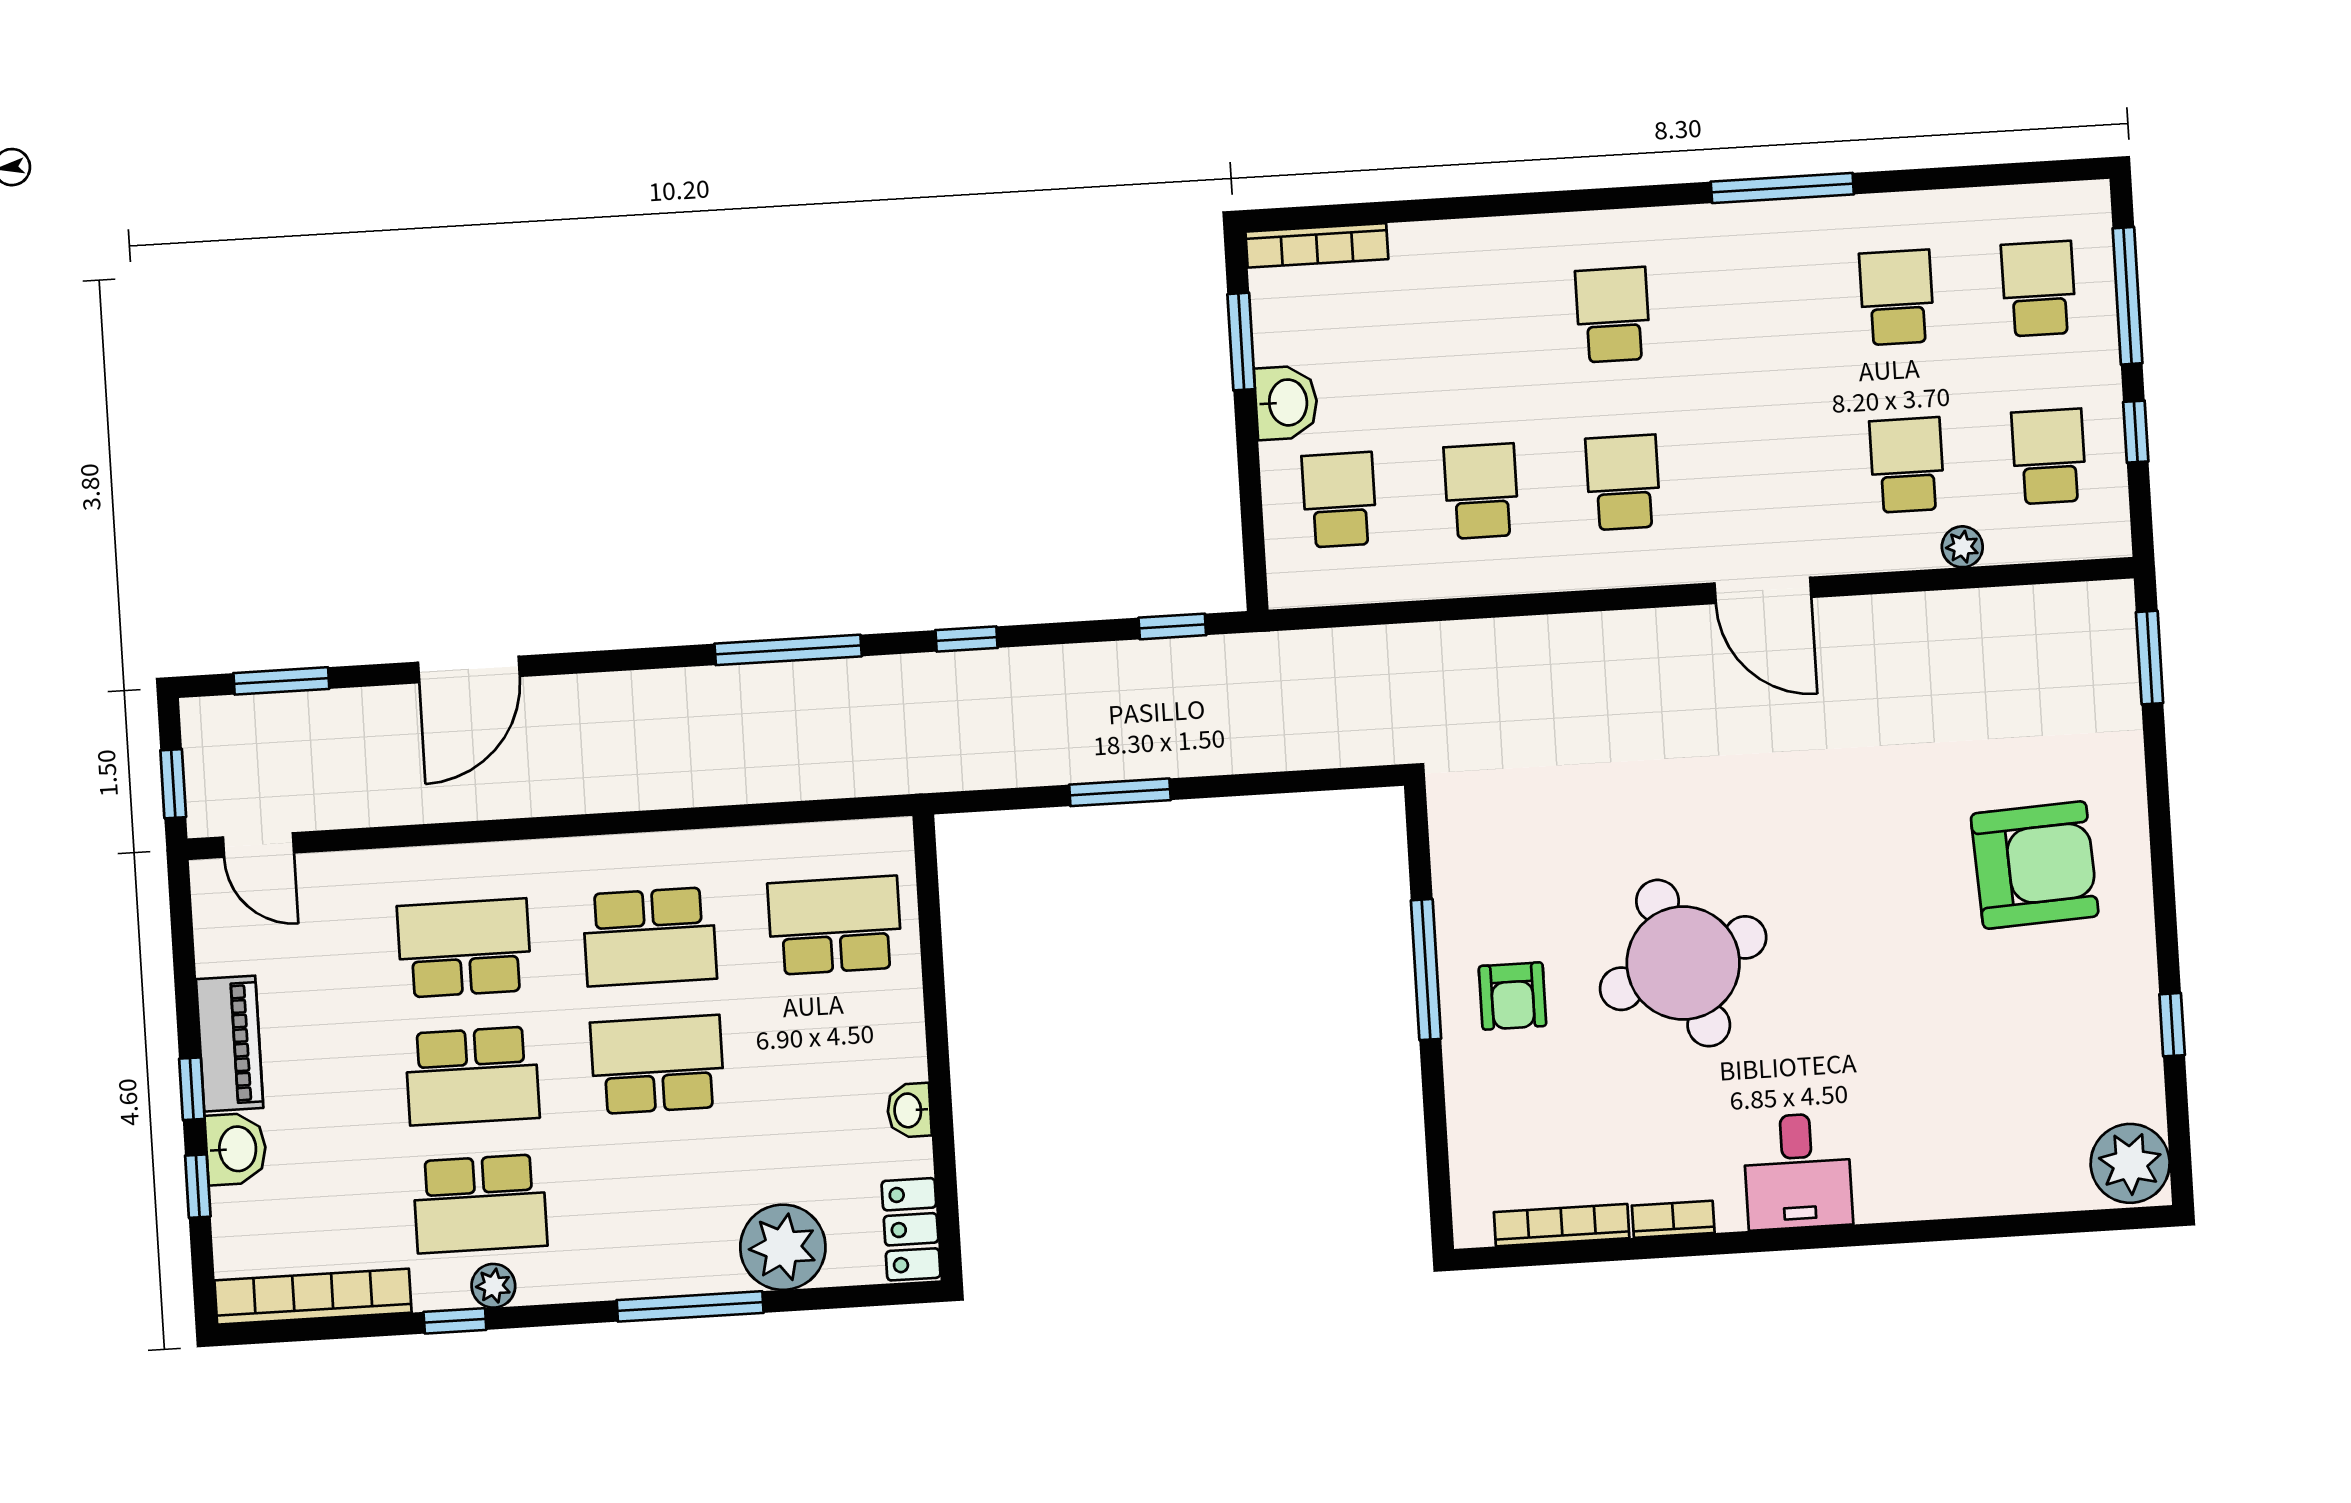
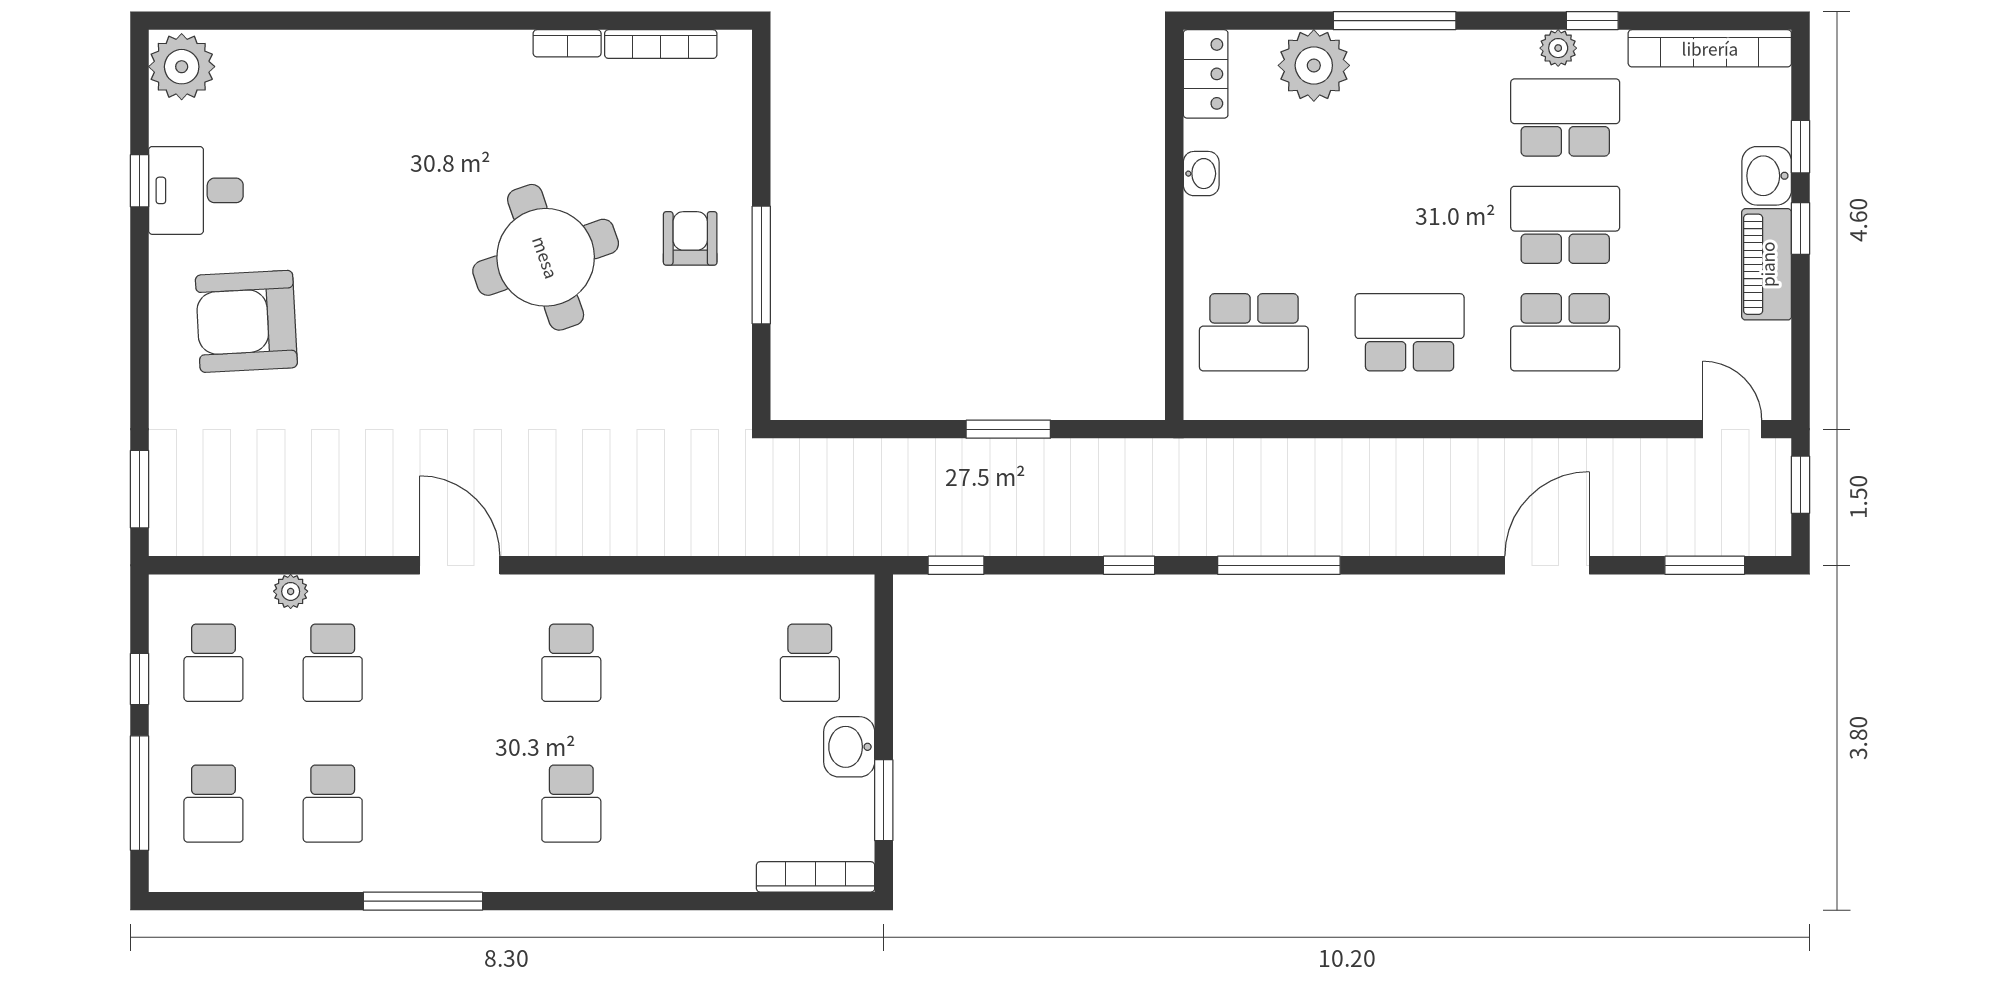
school desk: (1481, 491) -> (691, 663), removed
school desk: (657, 1065) -> (1410, 225), removed
desk: (1798, 1171) -> (196, 190), moved, turned -90

